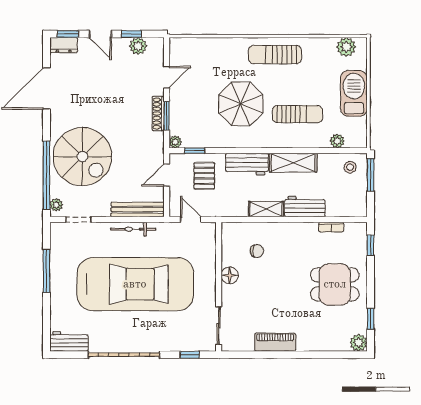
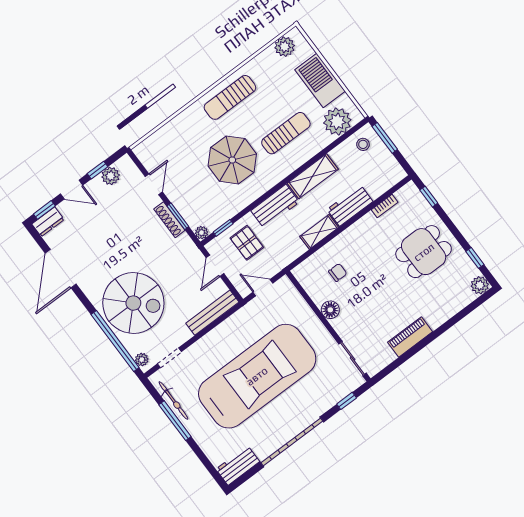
plant: (337, 141) -> (337, 121), width x1.88, depth x1.88
bicycle: (133, 229) -> (173, 401), moved, turned -90

